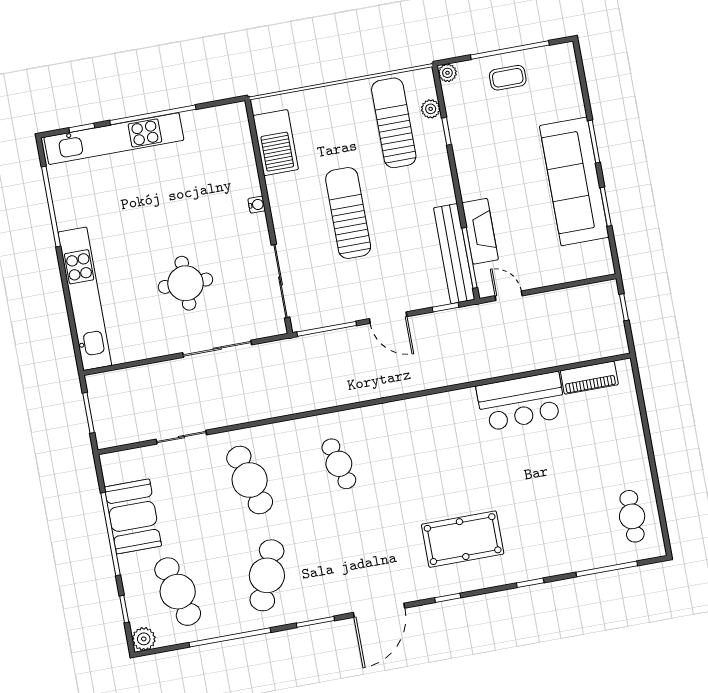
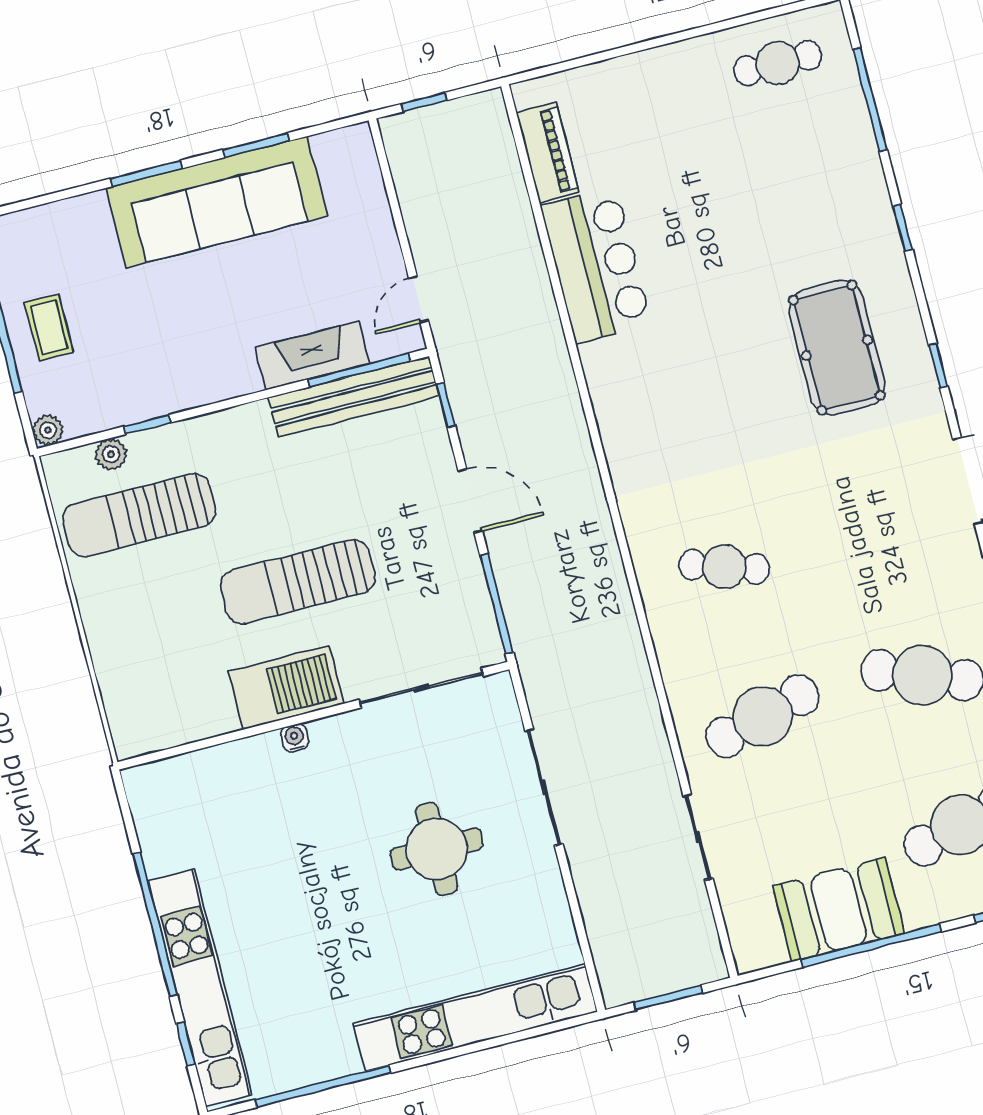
barbecue: (276, 143) -> (286, 688), moved
door: (388, 318) -> (470, 501), hinge flipped
cafe table: (339, 464) -> (724, 567), turned 33

